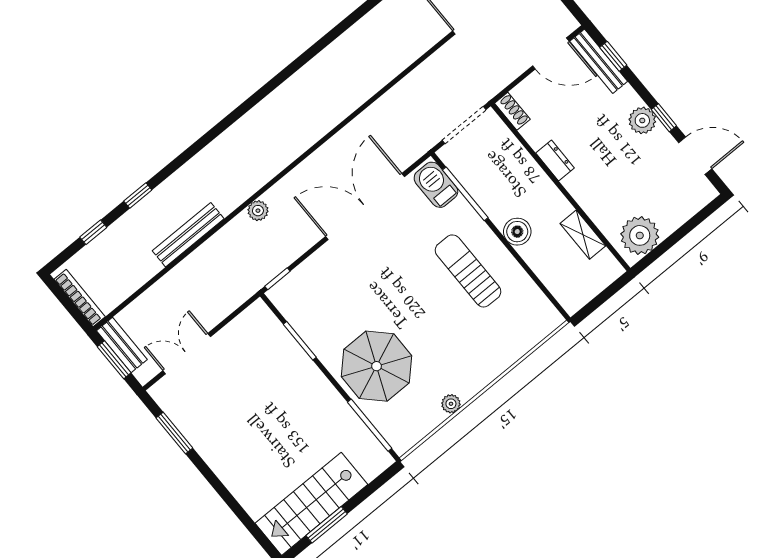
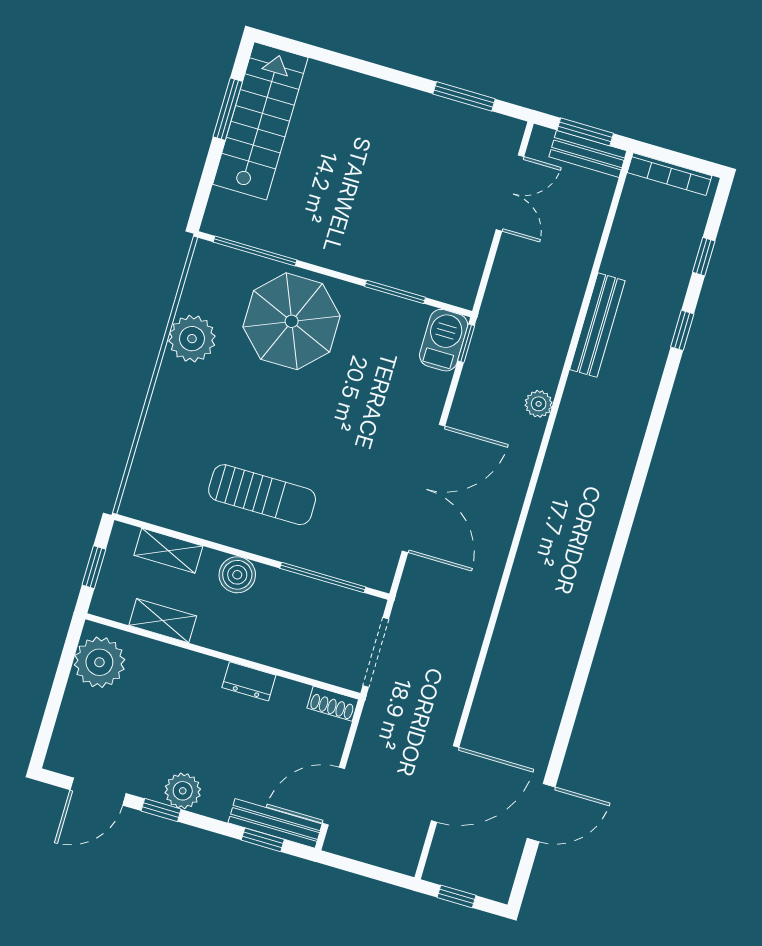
barbecue: (436, 185) -> (444, 340), moved, turned -90
shelving: (550, 276) -> (168, 551), added
window: (603, 297) -> (94, 567), added
plant: (451, 404) -> (192, 339), width x1.88, depth x1.88

